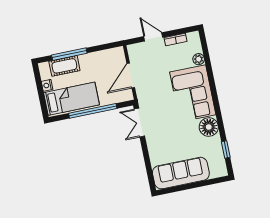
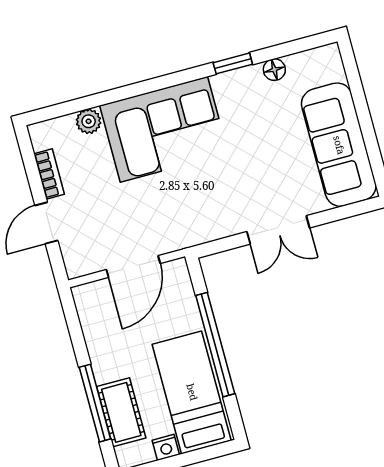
door: (131, 76) -> (133, 267), hinge flipped
double door: (139, 123) -> (278, 230), moved
floor lamp: (209, 127) -> (274, 70), moved, width x0.53, depth x0.53
window: (226, 150) -> (233, 63), moved

